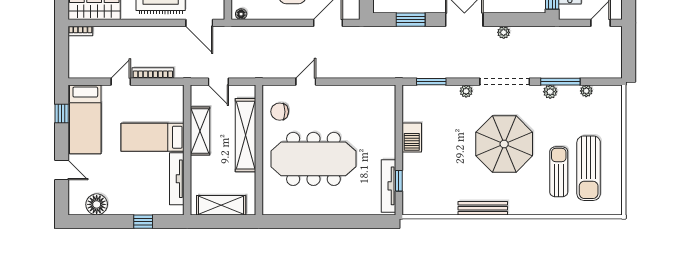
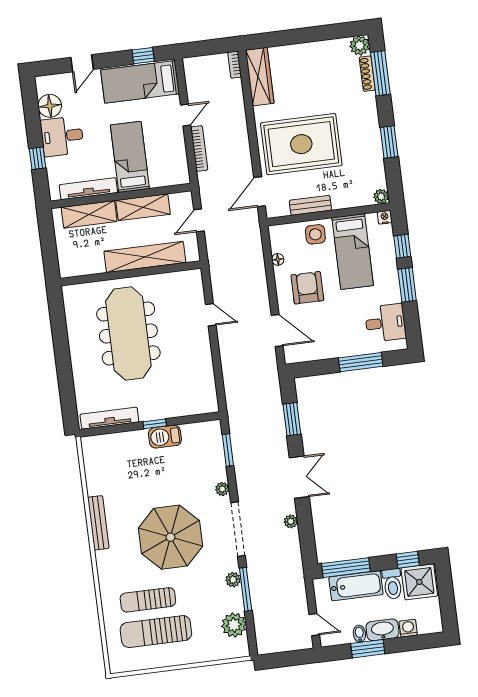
floor lamp: (241, 14) -> (278, 259), moved
door: (121, 82) -> (186, 115), hinge flipped
plant: (586, 91) -> (234, 625), width x1.88, depth x1.88
chair: (280, 112) -> (175, 291), removed
sun lounger: (559, 172) -> (148, 600), turned 180
window: (399, 181) -> (155, 424), moved
desk: (126, 197) -> (62, 136), added
shelving: (221, 205) -> (89, 214), moved, turned 90

